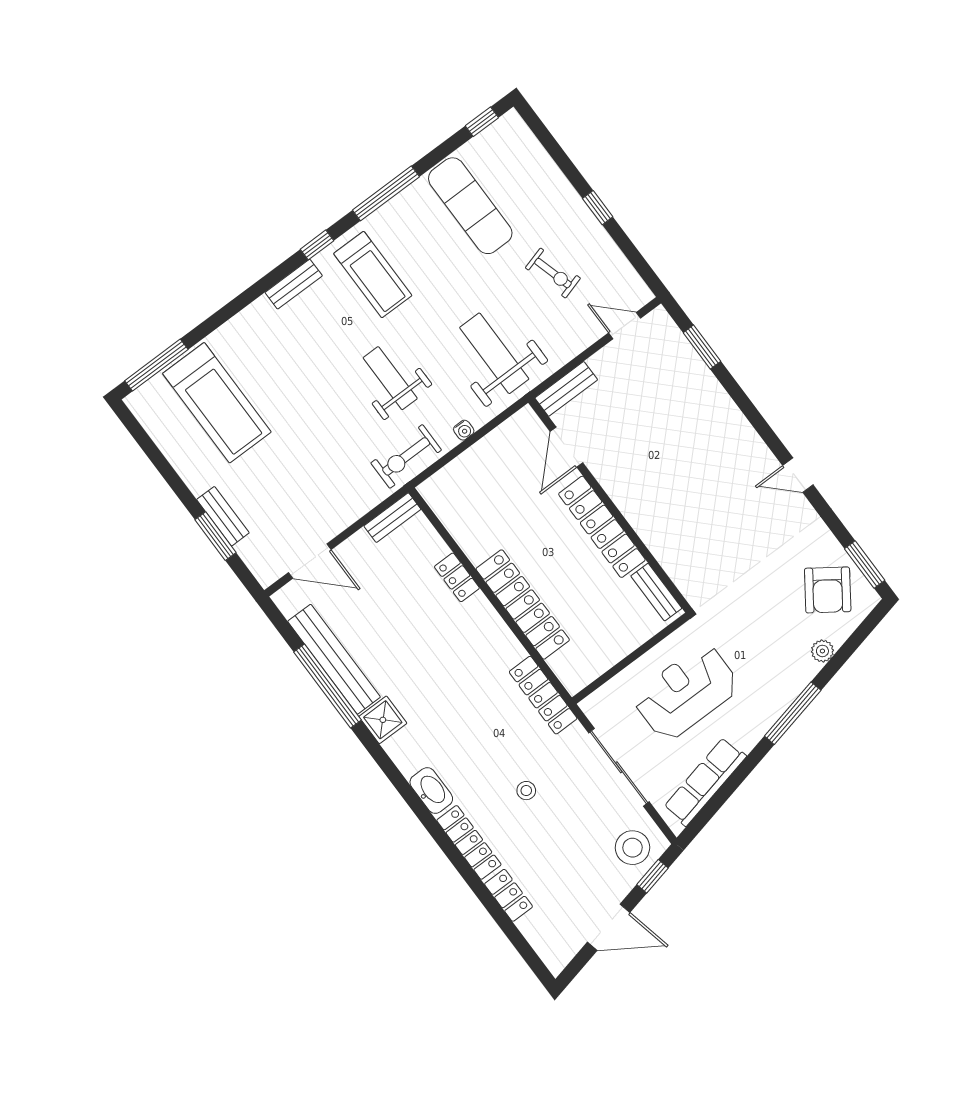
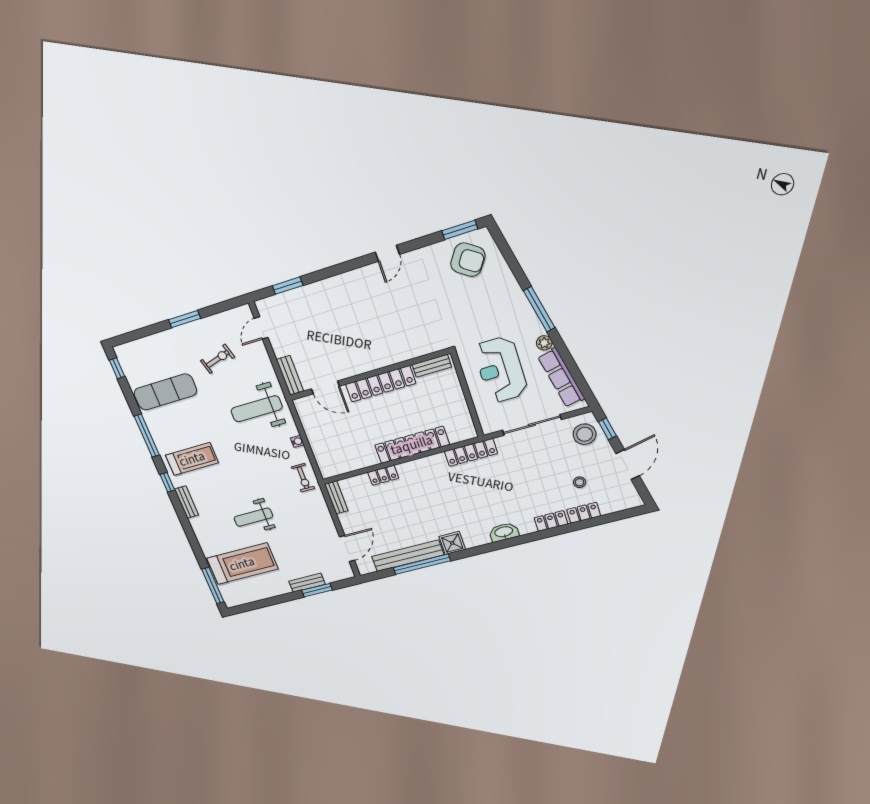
window: (598, 208) -> (185, 319), width x1.50
weight bench: (390, 378) -> (253, 517), moved
exercise bike: (406, 456) -> (303, 478), width x0.73, depth x0.72
plant: (822, 651) -> (544, 343), moved
stool: (526, 791) -> (580, 482), moved
locker: (469, 842) -> (551, 521), width x0.66

